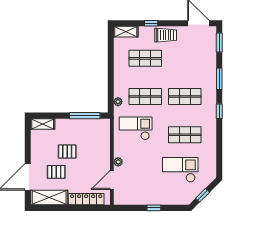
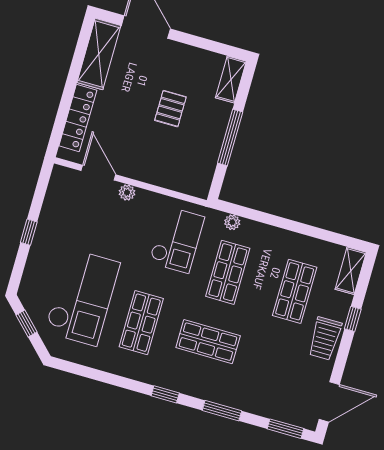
shop shelf: (185, 97) -> (208, 342), turned 90
window: (85, 116) -> (230, 137), moved
checkout: (180, 170) -> (82, 297), width x1.36, depth x1.21
pallet: (56, 172) -> (140, 79), removed

